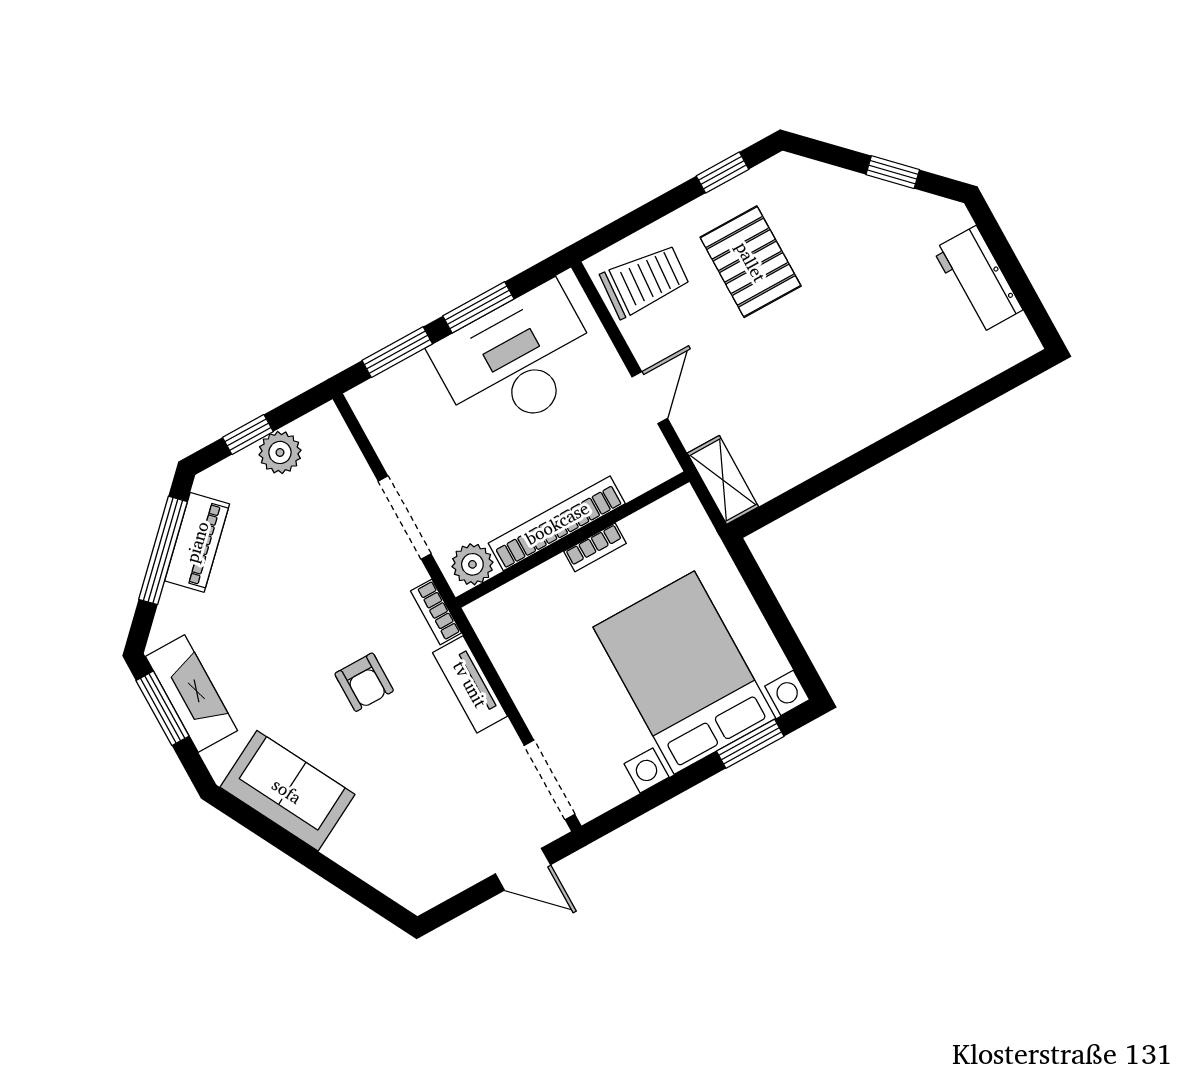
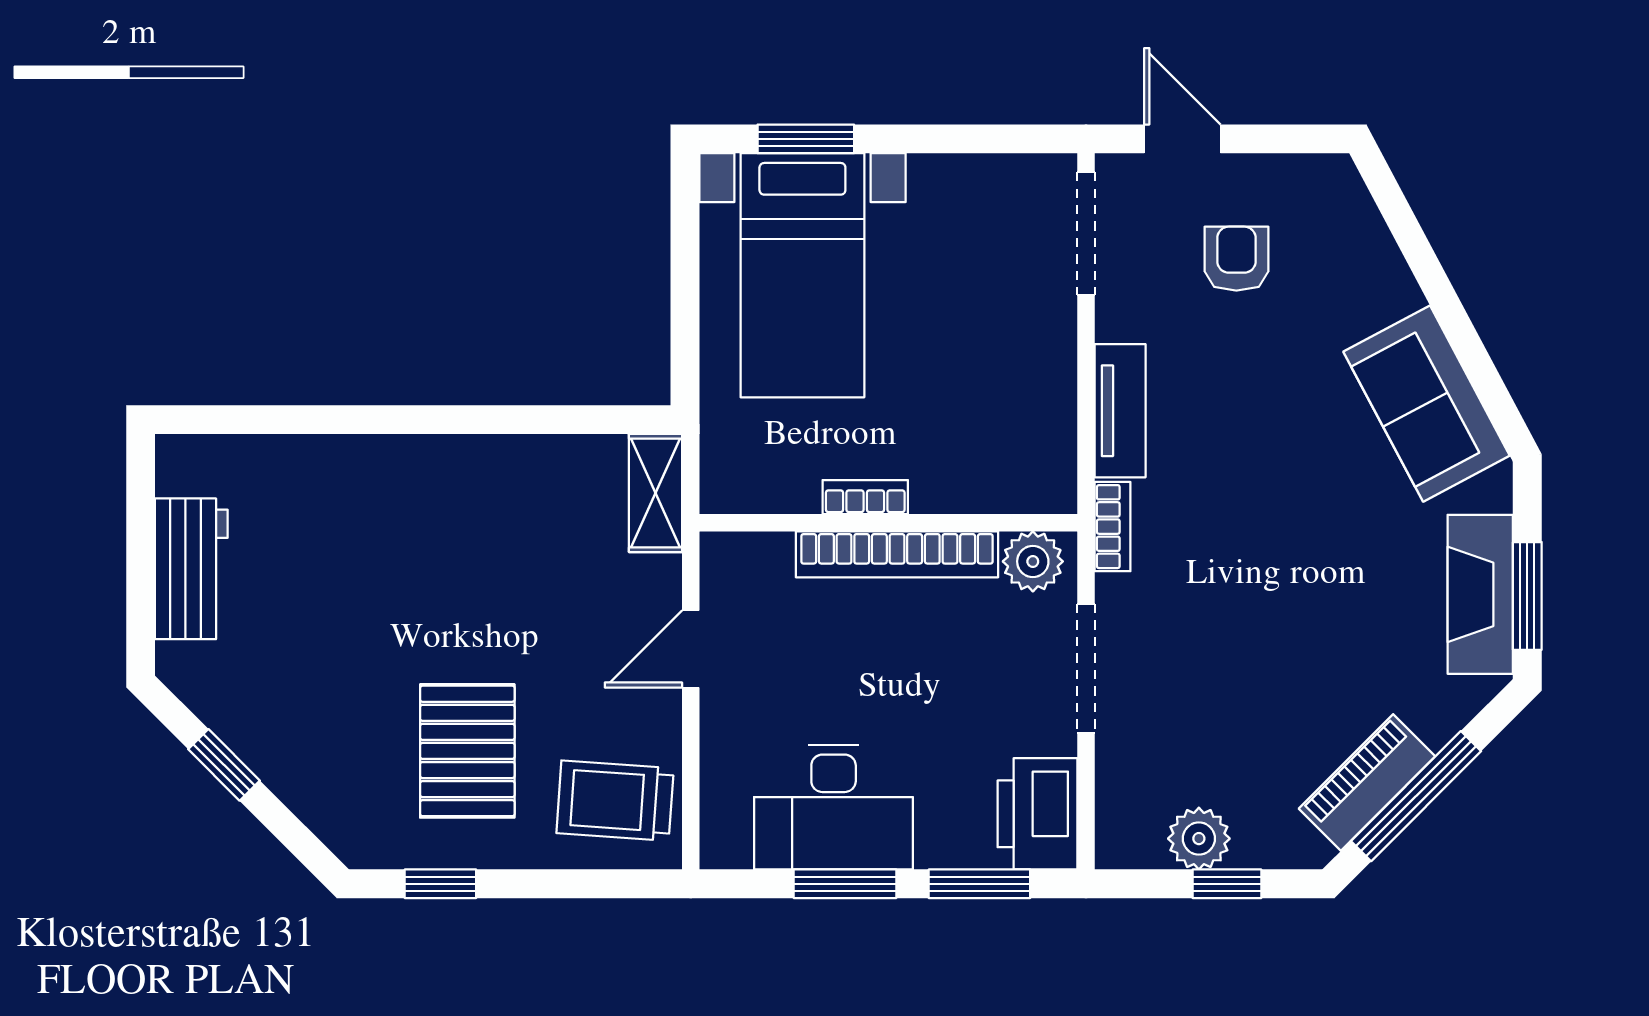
desk: (517, 361) -> (834, 807), width x0.73, depth x0.77
printer: (386, 414) -> (1038, 814), added
bed with nightstands: (684, 673) -> (802, 275), width x0.73
armchair: (364, 682) -> (1236, 259), moved

